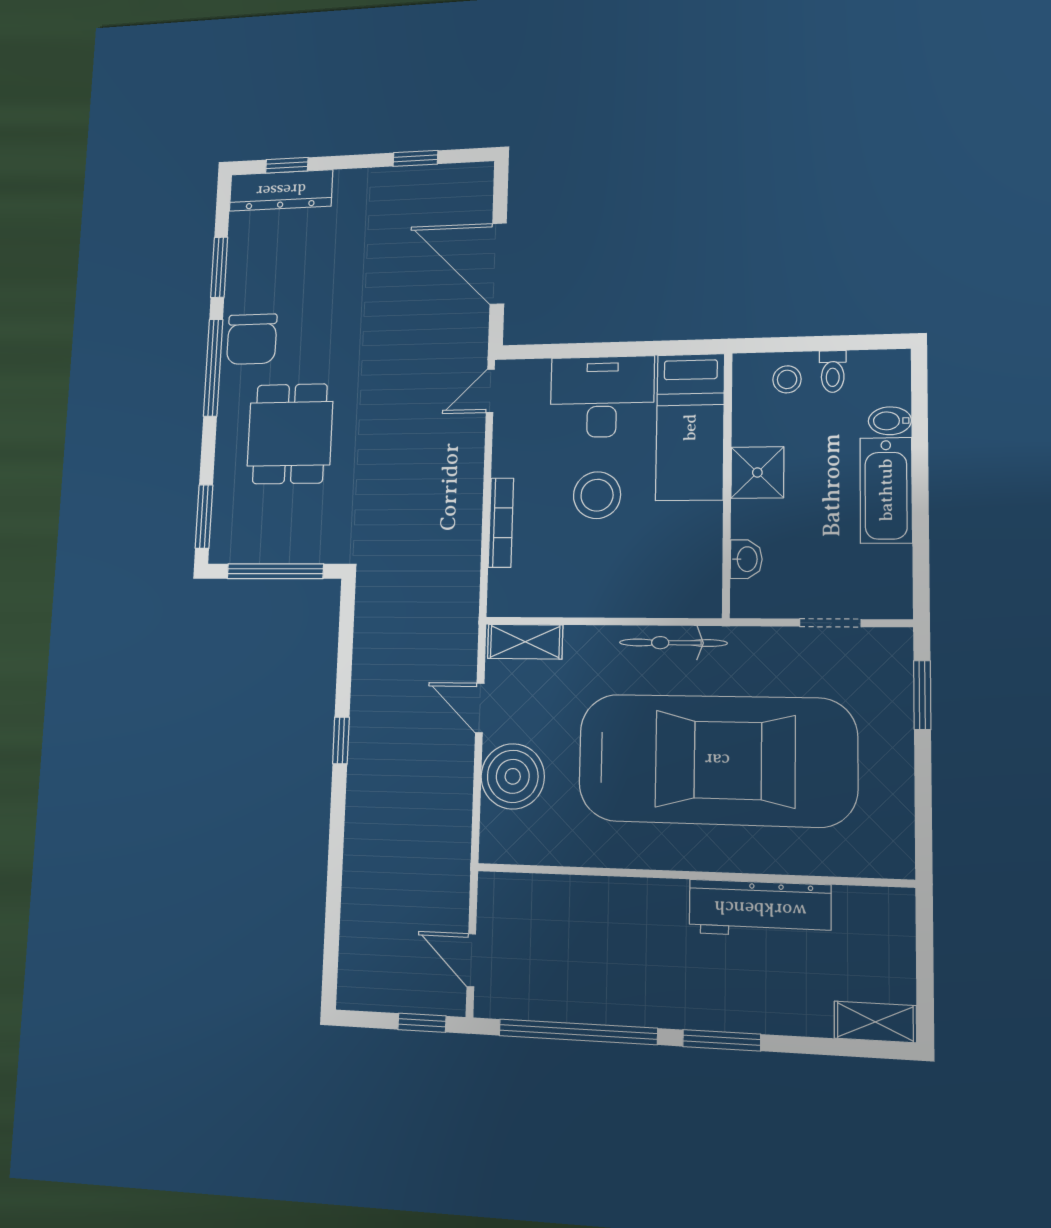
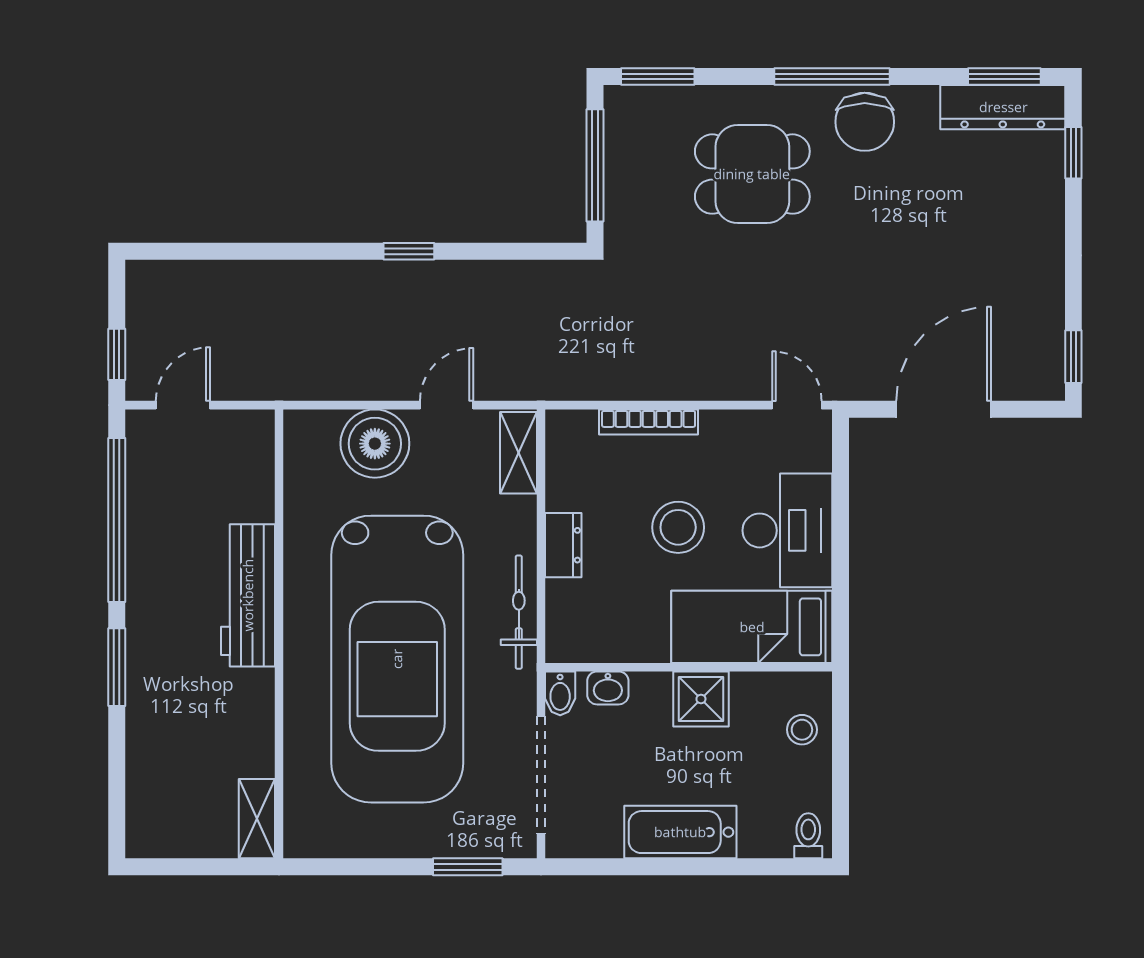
window: (415, 158) -> (1073, 357), moved
dresser: (281, 190) -> (1003, 107), moved, turned -90
window: (219, 267) -> (1004, 77), moved
chair: (252, 339) -> (865, 122), turned -90
toilet: (833, 371) -> (808, 836), moved, turned 90
bidet: (890, 421) -> (560, 693), moved, turned 180
dresser: (611, 601) -> (563, 545), added
doorway: (830, 623) -> (541, 775), width x1.87
workbench: (760, 909) -> (248, 595), moved
shelving: (875, 1022) -> (257, 819), moved

